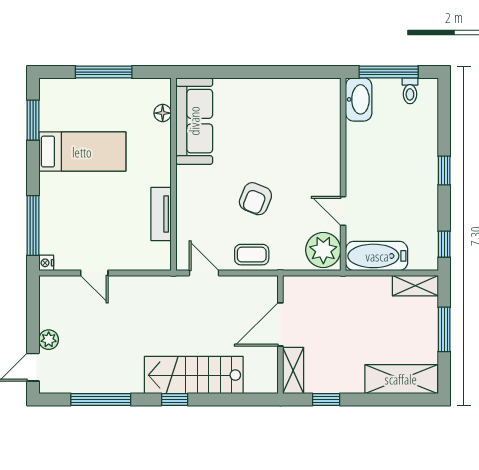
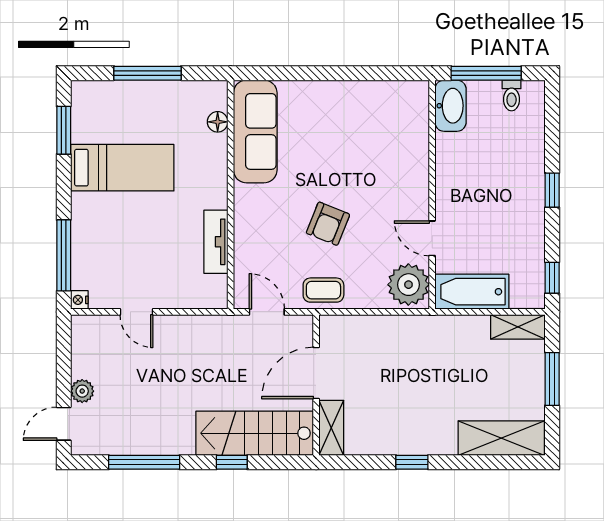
door: (280, 324) -> (316, 373), moved
wall: (280, 334) -> (316, 385), moved
shelving: (293, 371) -> (331, 428), moved

